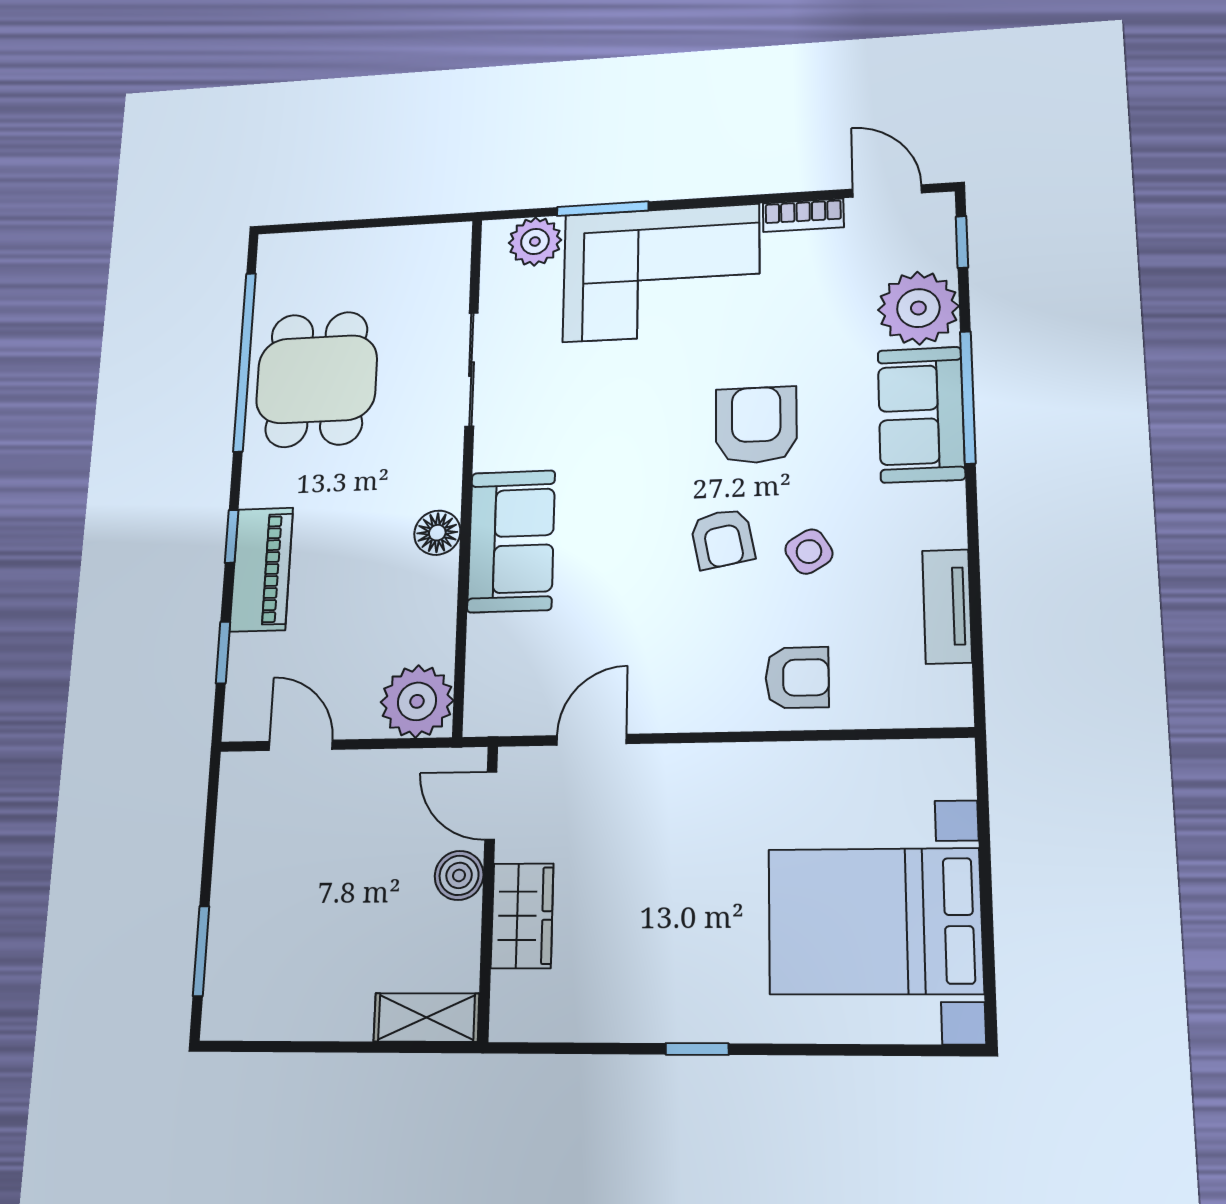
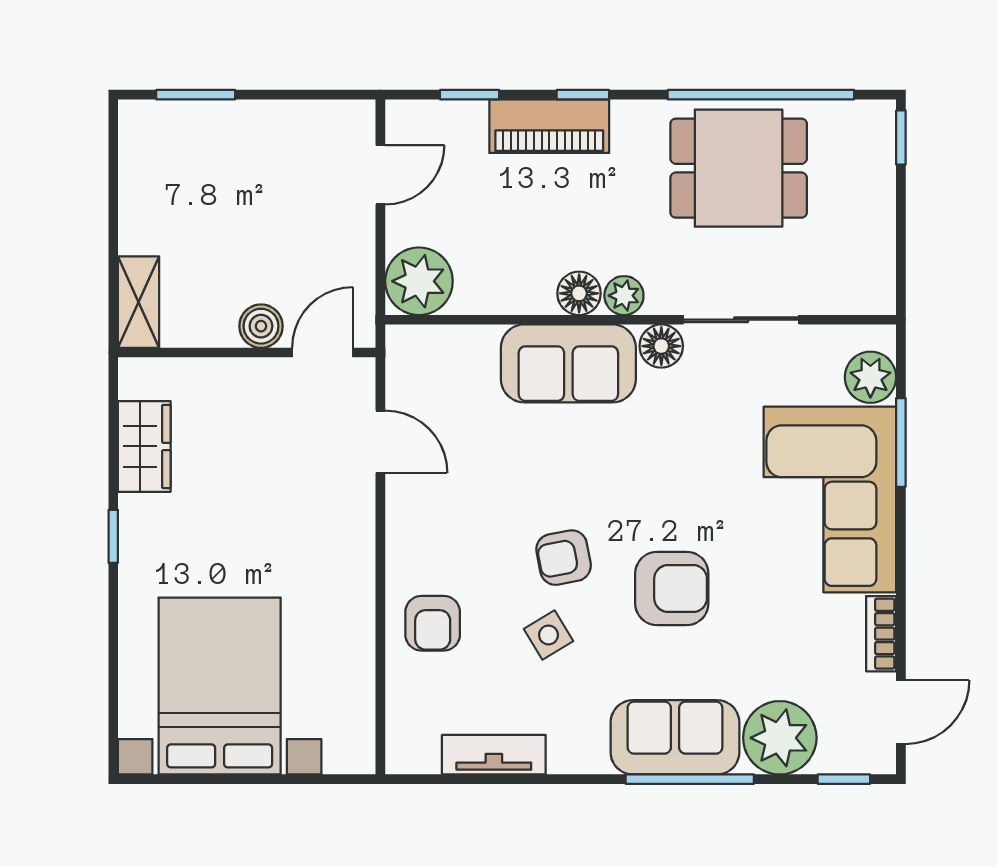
window: (296, 228) -> (901, 138), added
floor lamp: (496, 447) -> (661, 346), added
plant: (442, 487) -> (624, 296), added
wardrobe: (522, 916) -> (144, 446), moved, turned -90

